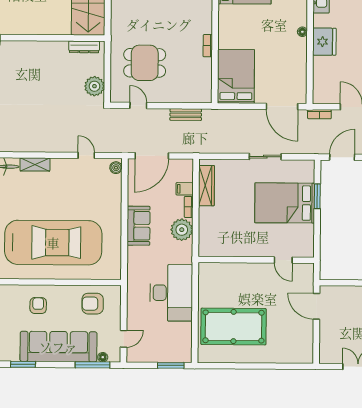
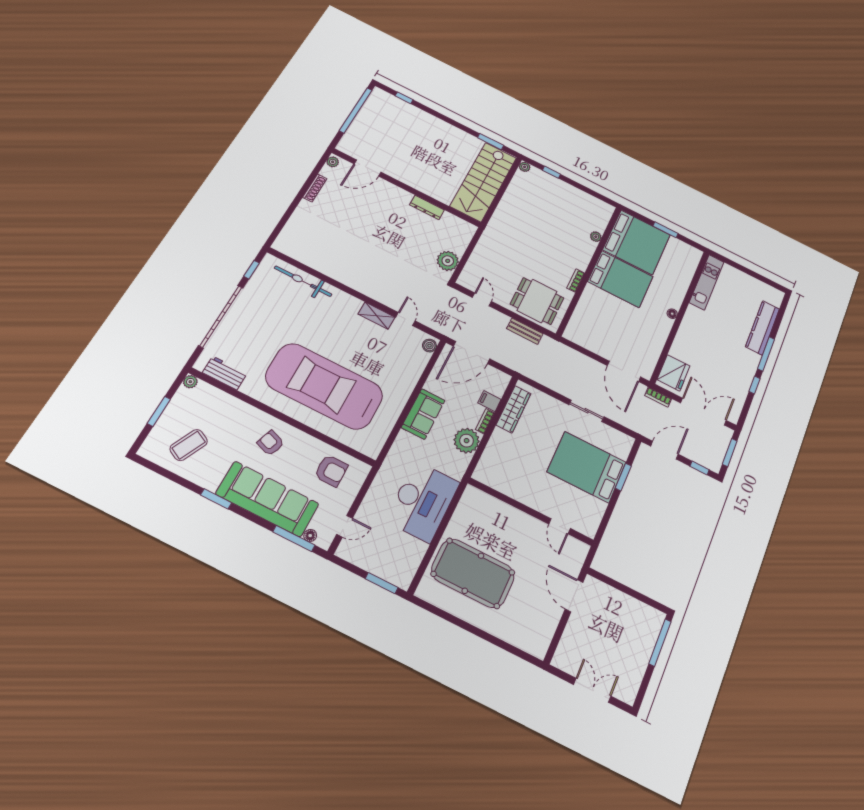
fridge: (324, 42) -> (673, 373), moved
dresser: (84, 47) -> (427, 207), moved
dining table: (145, 63) -> (537, 301), moved
bed: (236, 76) -> (620, 279), moved, turned 90
shelving: (35, 164) -> (376, 316), moved
car: (53, 243) -> (324, 386), turned 180
armchair: (93, 304) -> (331, 471), turned 180
armchair: (38, 306) -> (271, 443), turned -71

